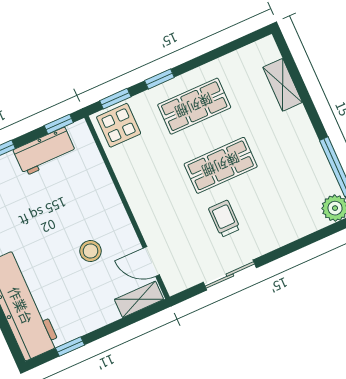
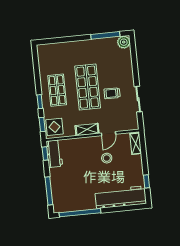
shelving: (283, 85) -> (87, 130), moved
workbench: (45, 152) -> (54, 154), moved
shop shelf: (221, 165) -> (88, 87), width x1.43, depth x1.36
door: (151, 261) -> (109, 134), moved

